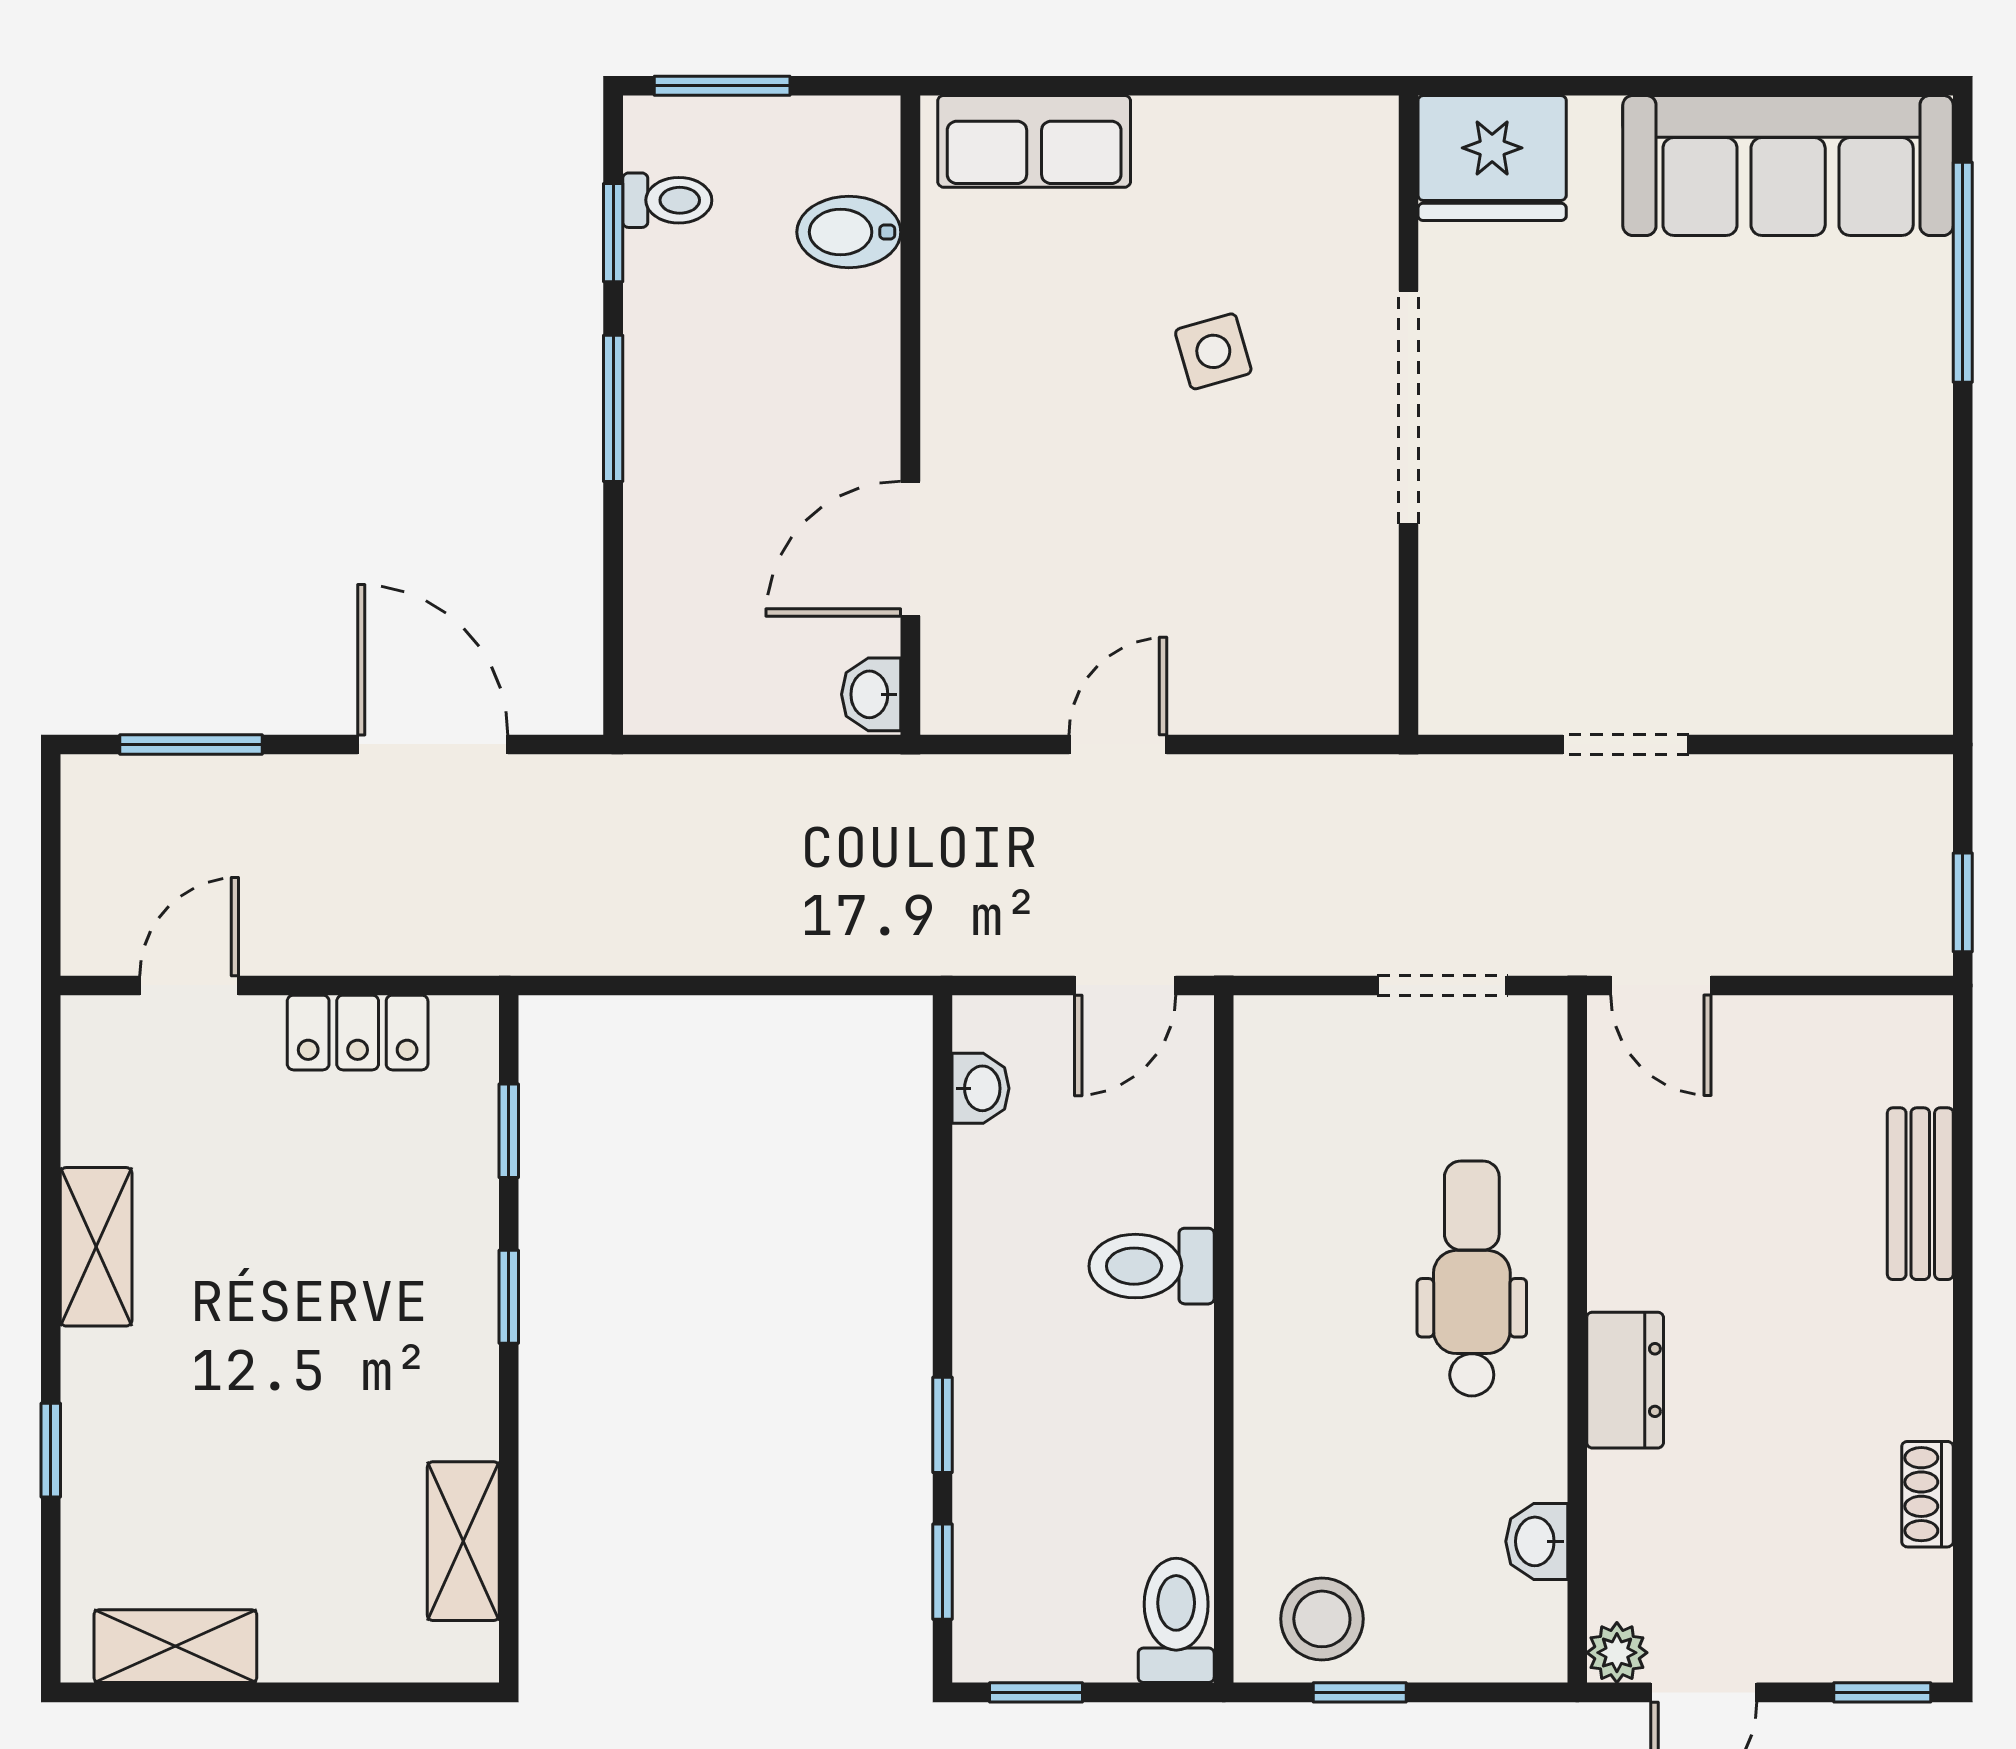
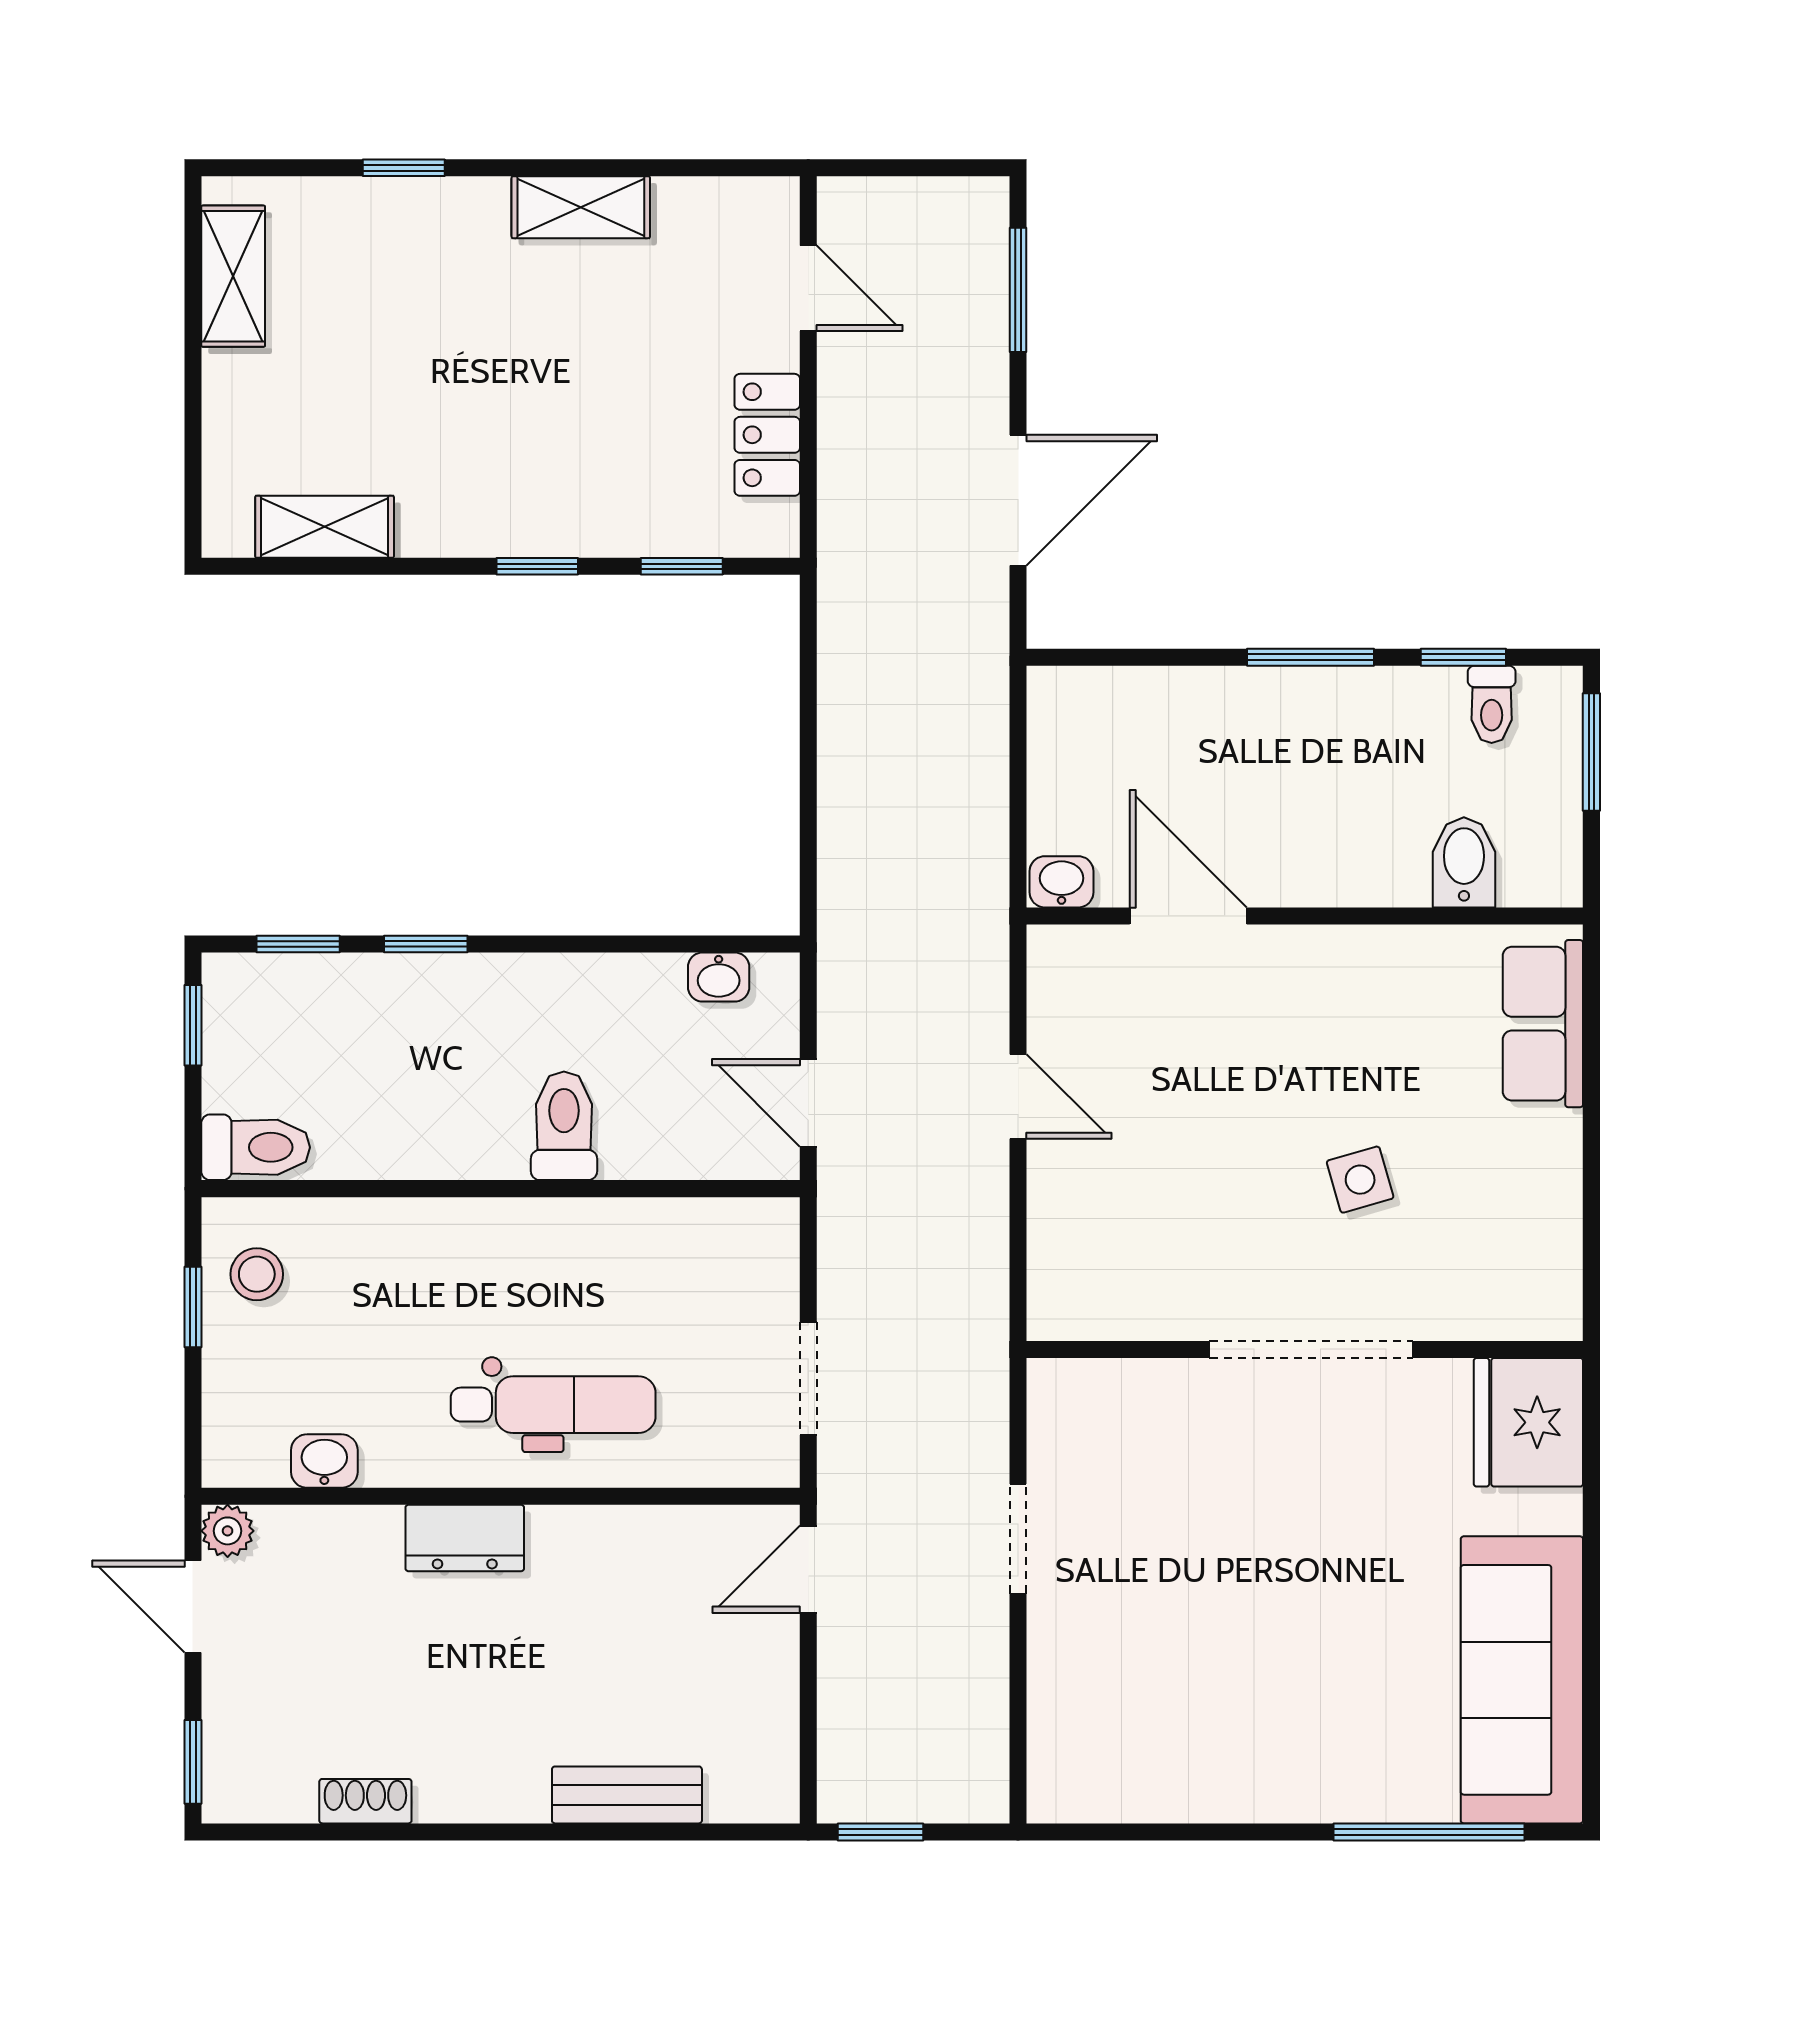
stool: (1322, 1619) -> (257, 1274), width x0.73, depth x0.73

